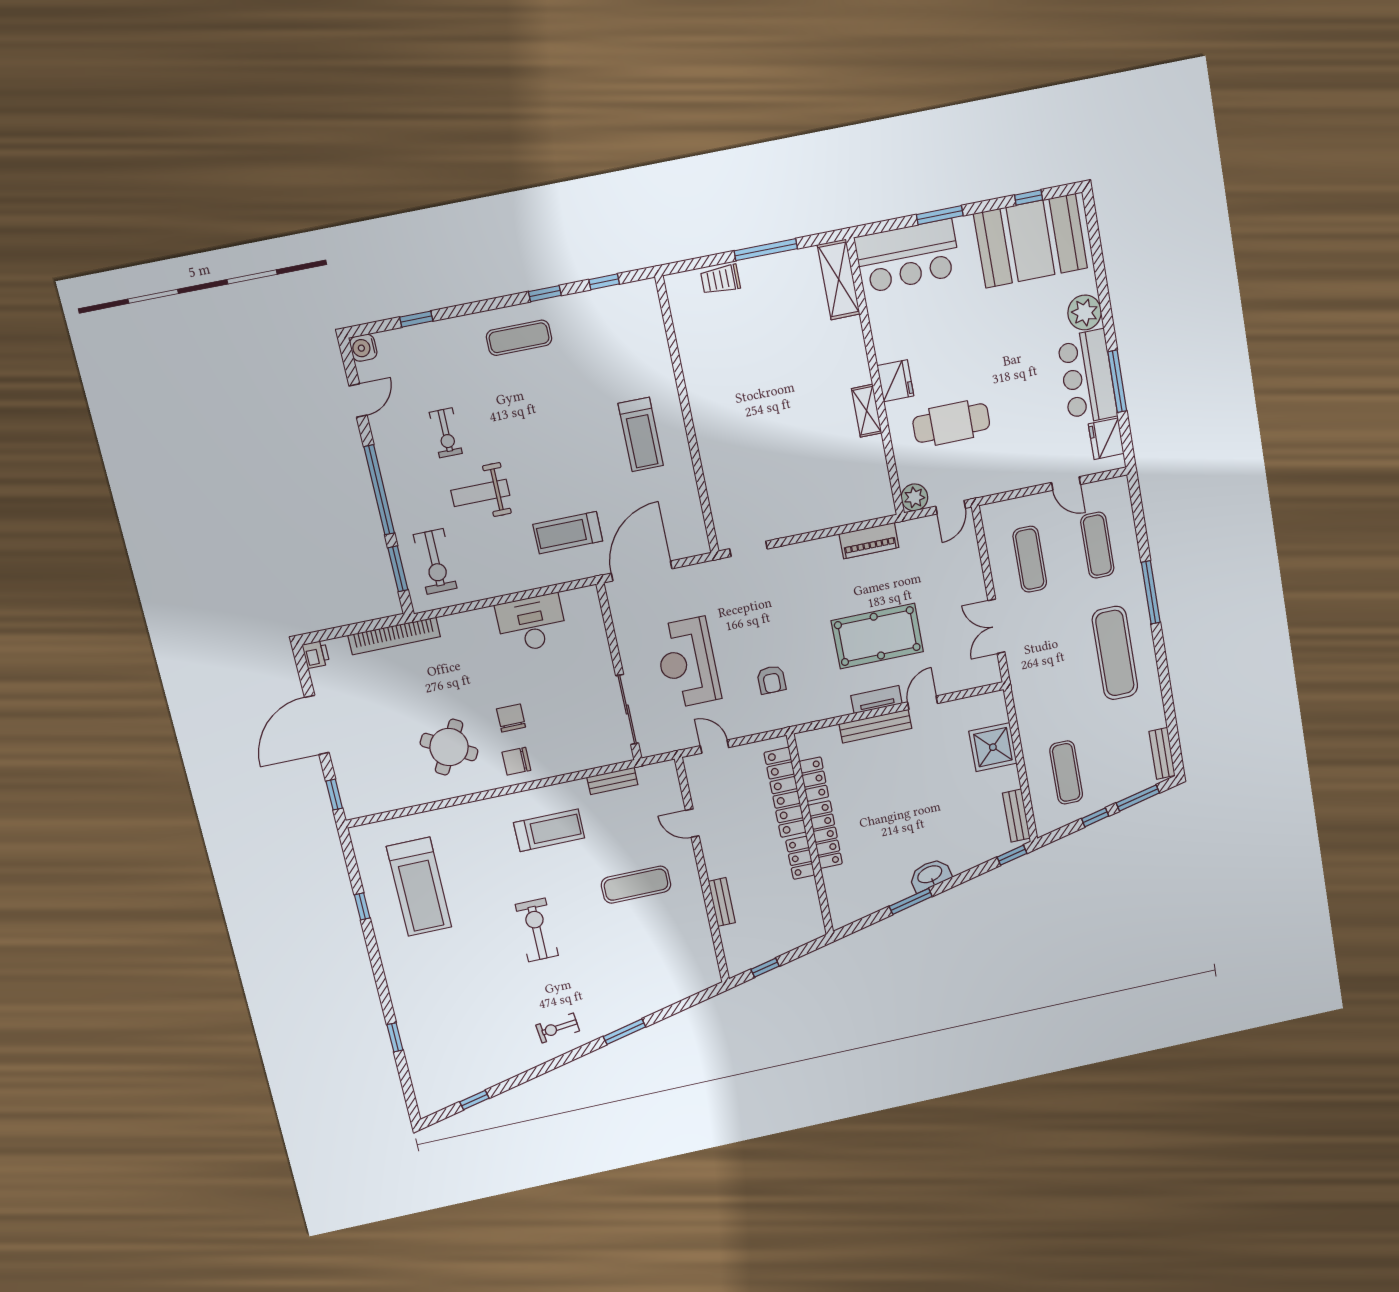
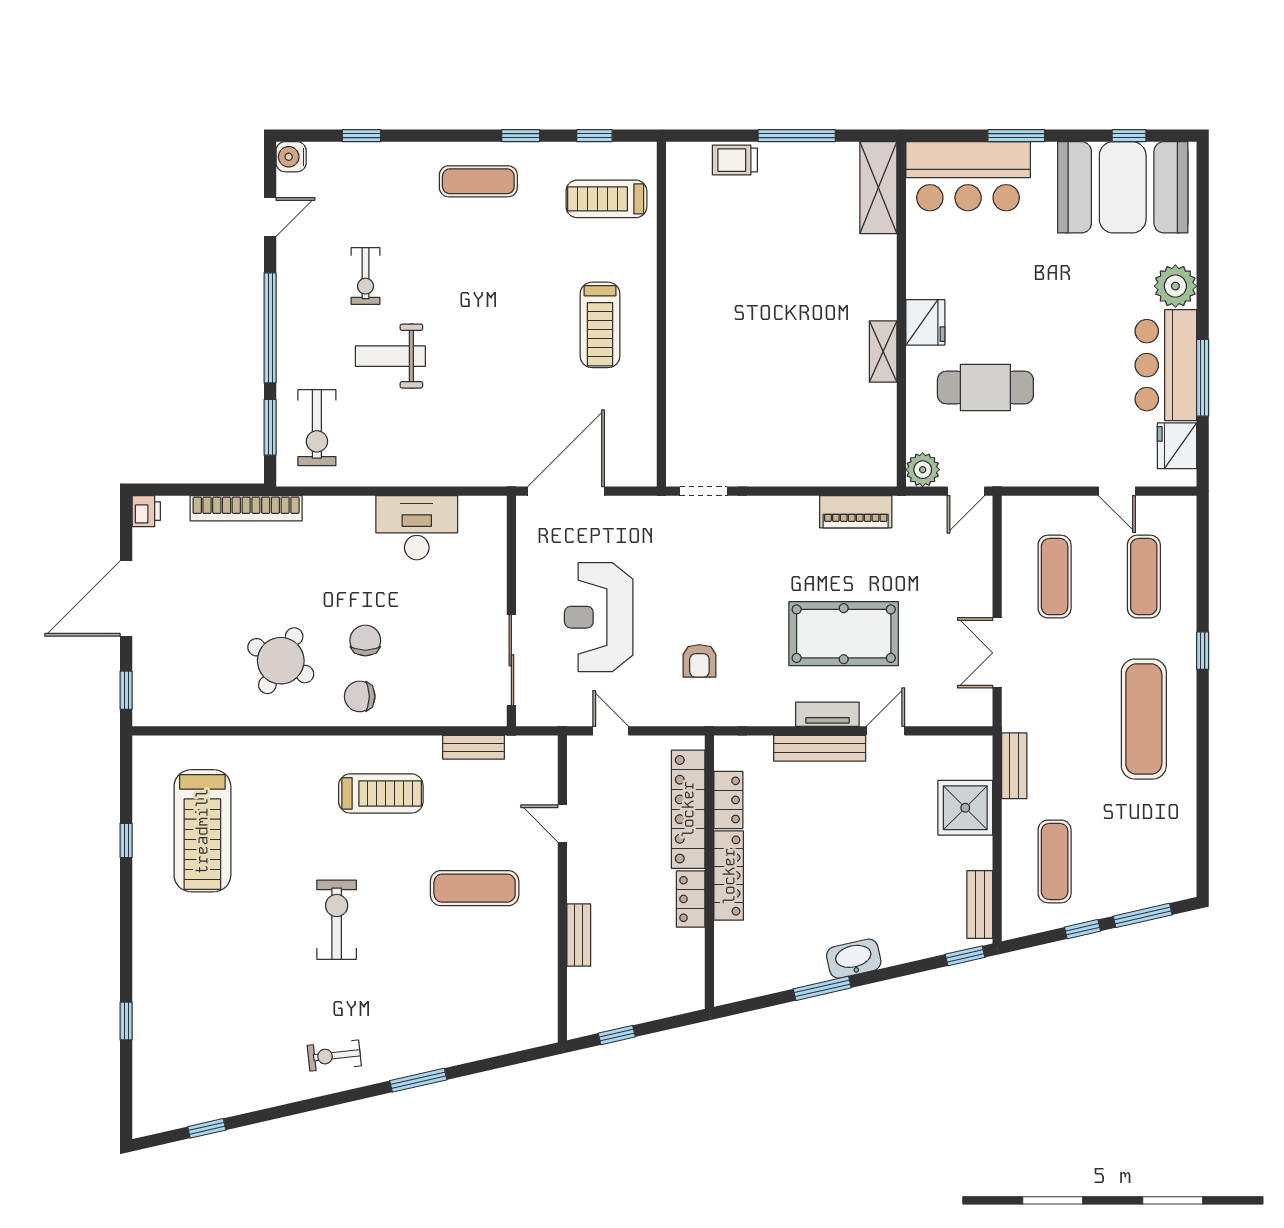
treadmill: (568, 533) -> (606, 199), moved
window: (1151, 592) -> (1203, 651), width x0.46
bench: (1162, 753) -> (1014, 766), moved

